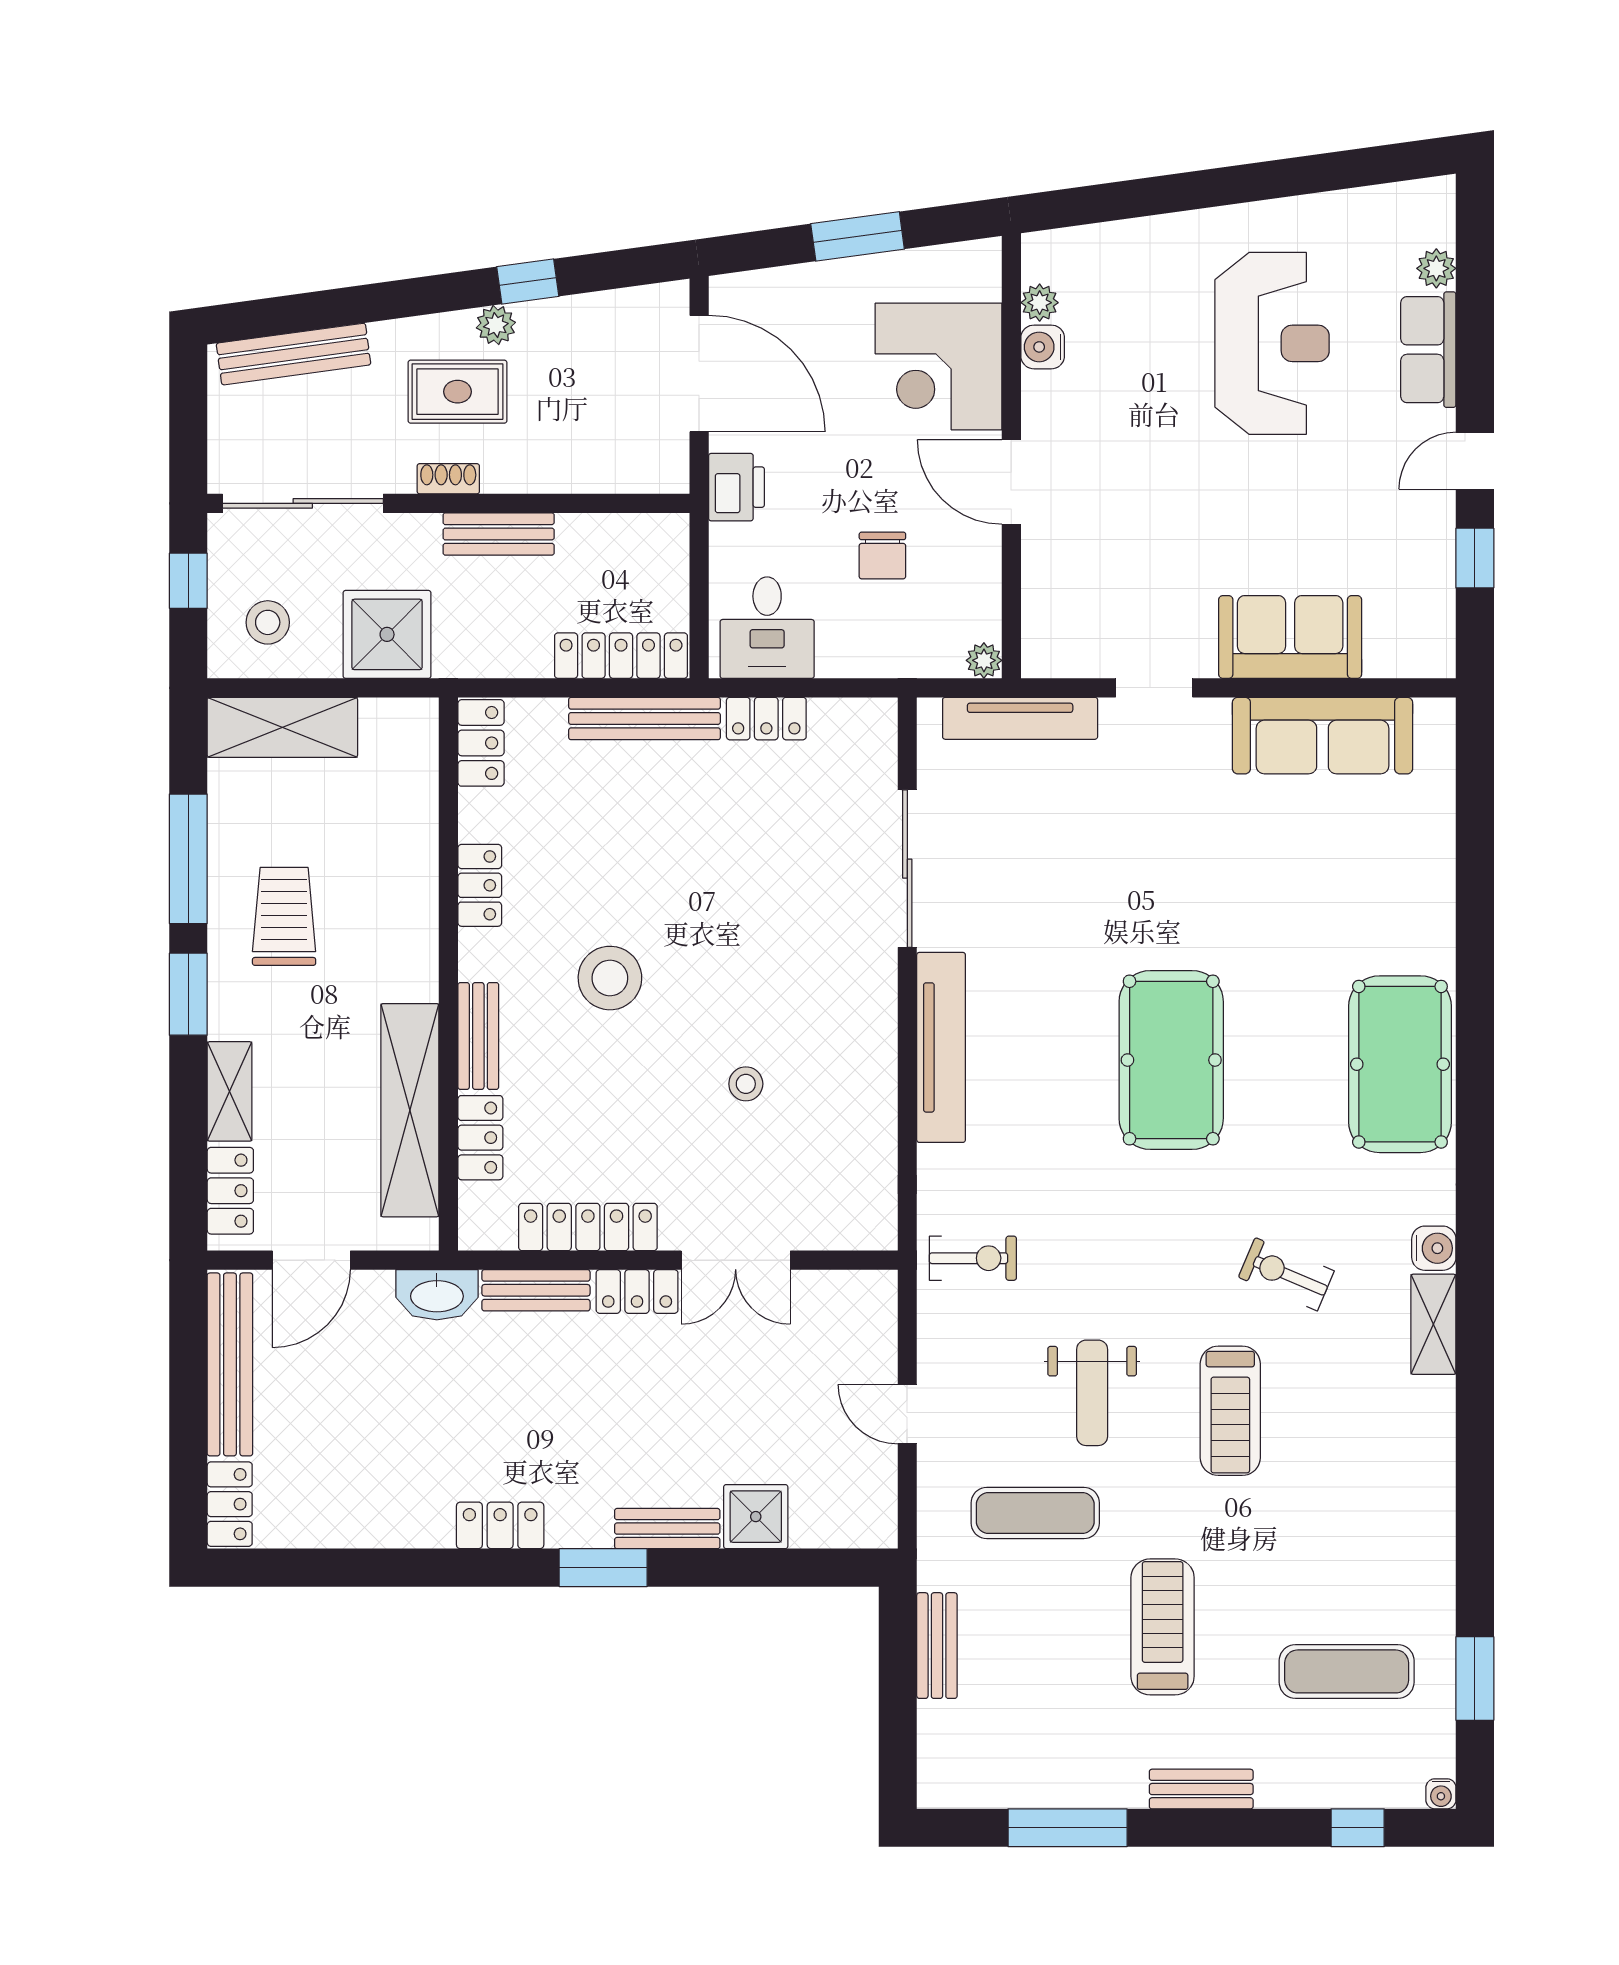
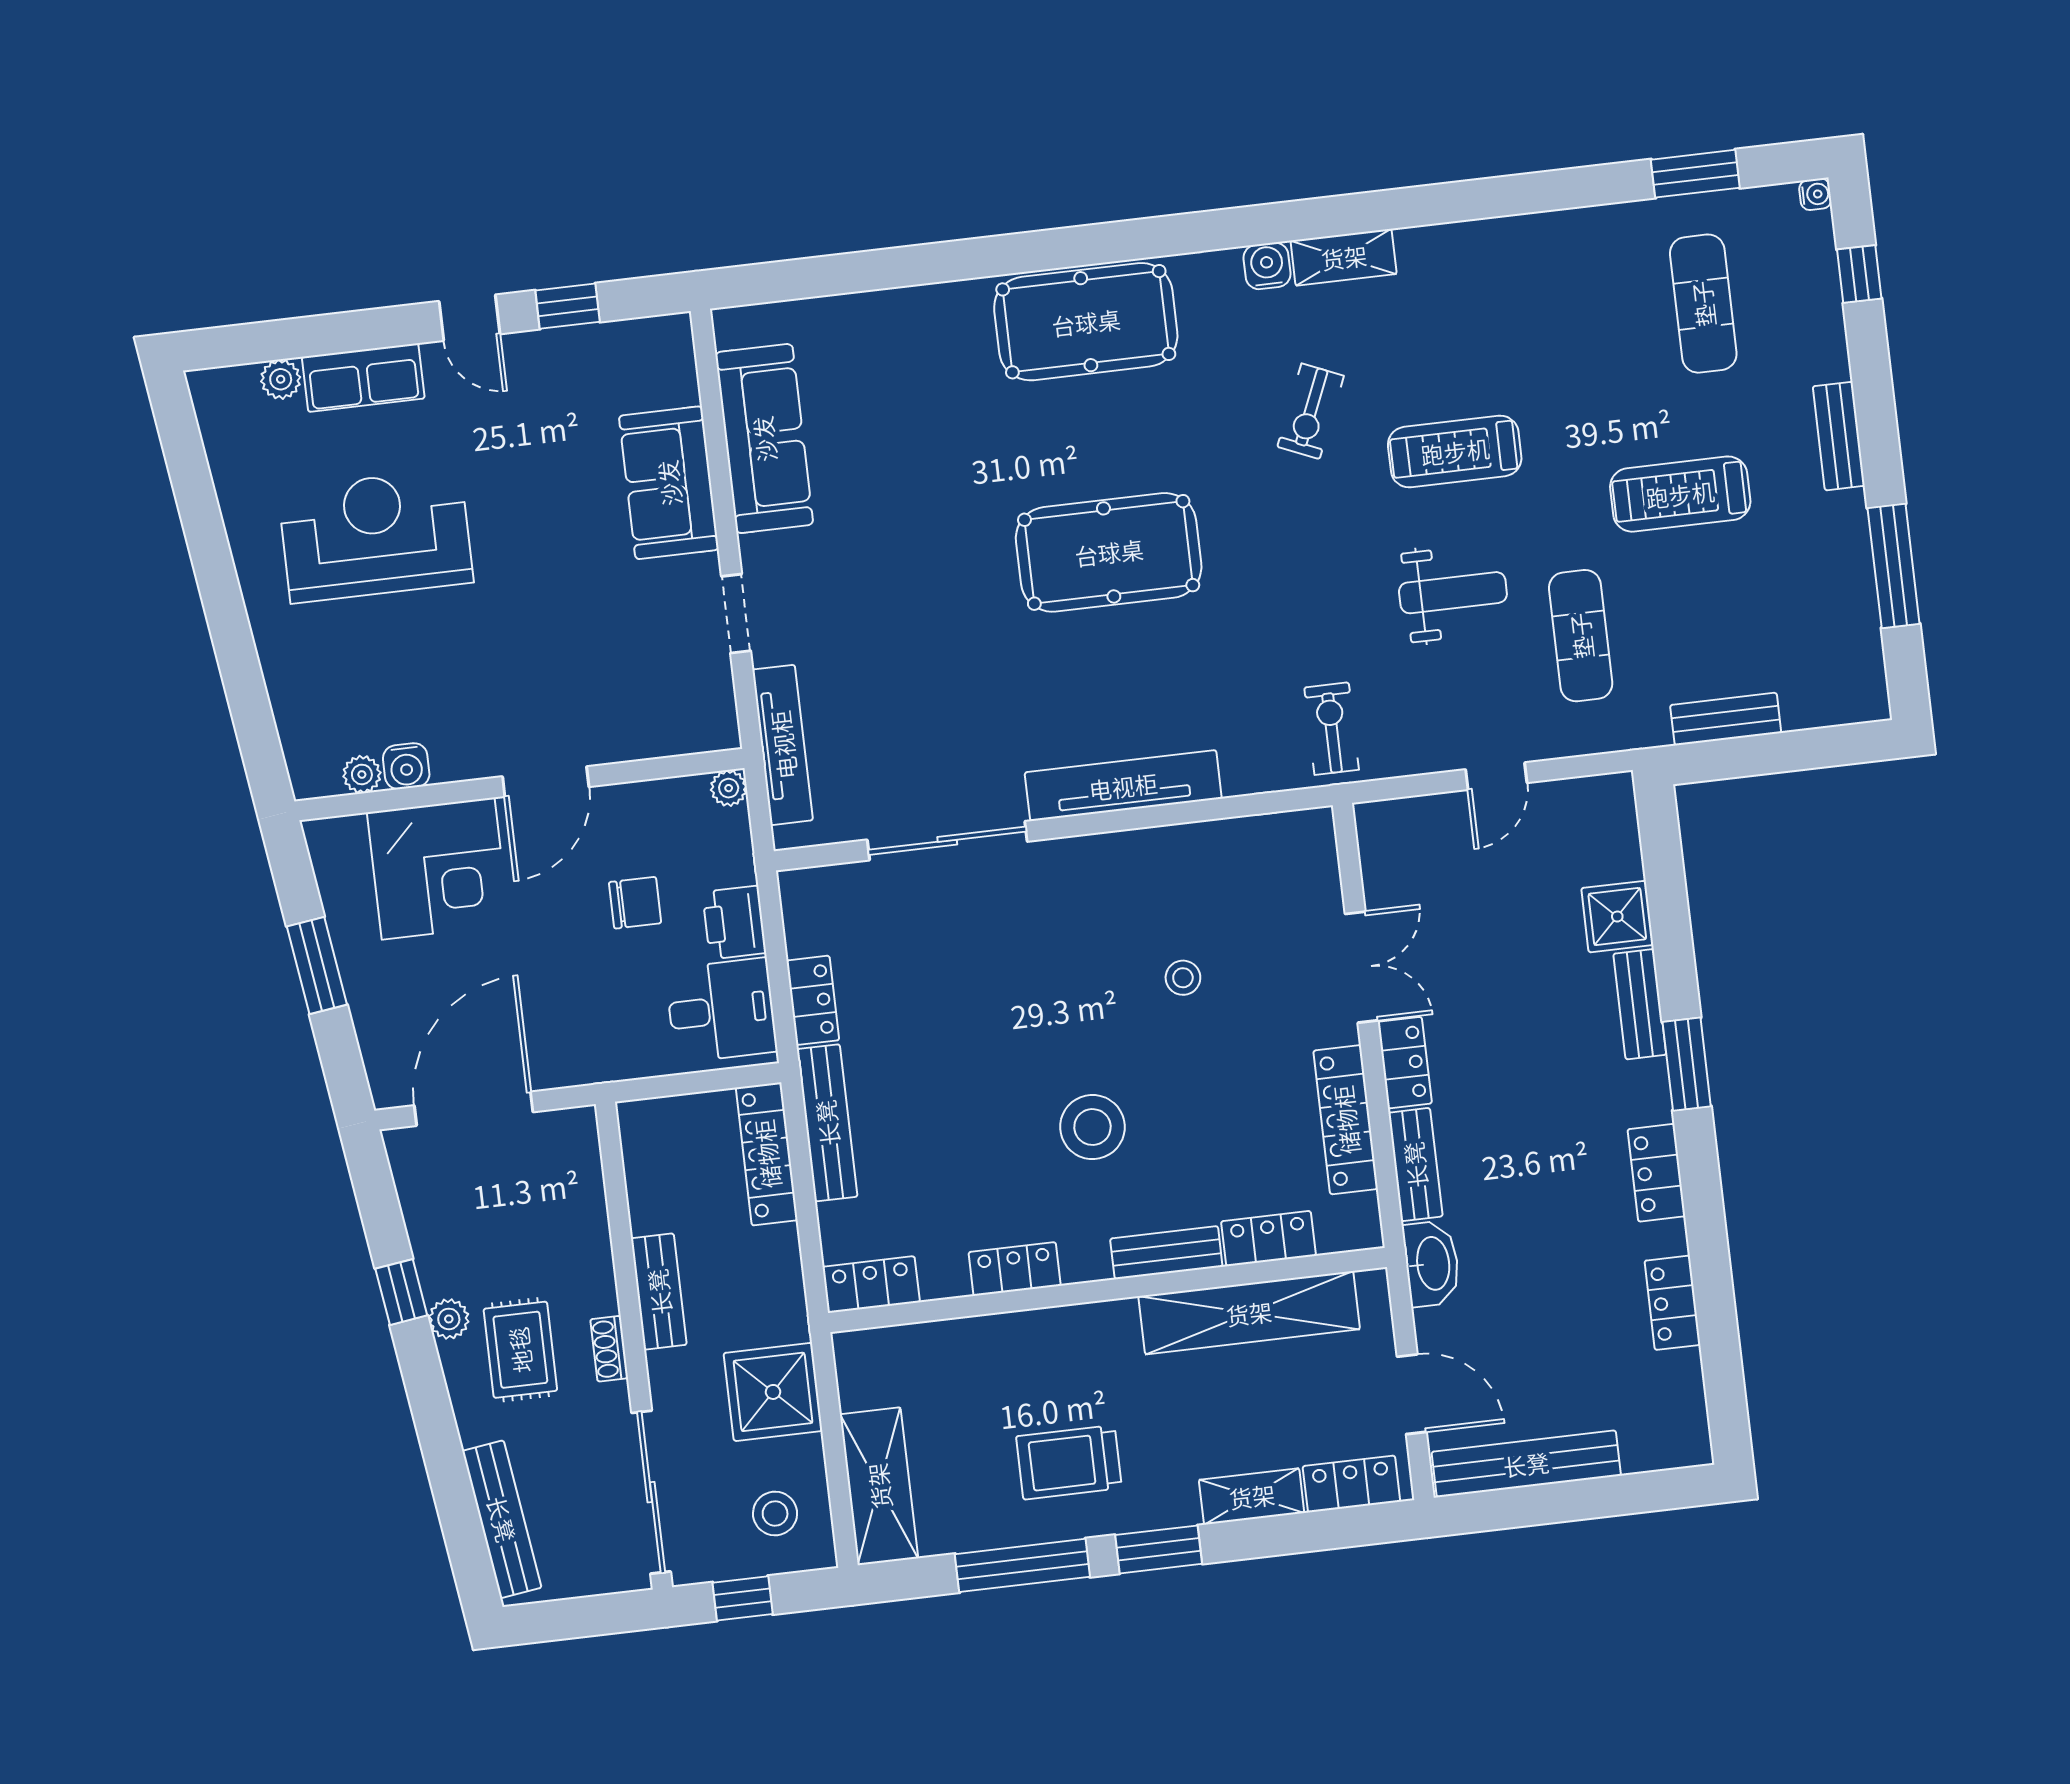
printer: (736, 487) -> (734, 922), moved, turned -90
treadmill: (1230, 1411) -> (1455, 451), turned 180
locker: (230, 1504) -> (1672, 1303), moved, turned -90

